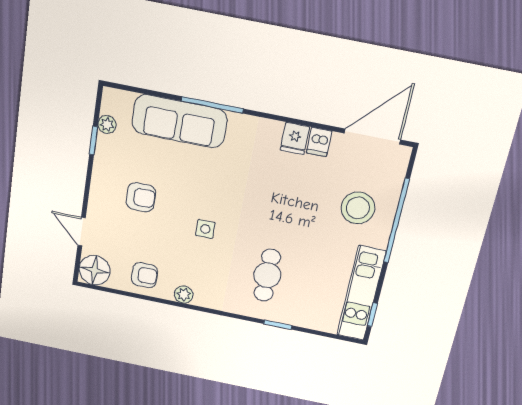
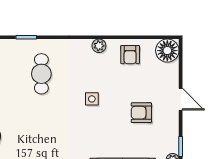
door: (82, 232) -> (181, 99), moved
armchair: (144, 275) -> (130, 55), turned -90

